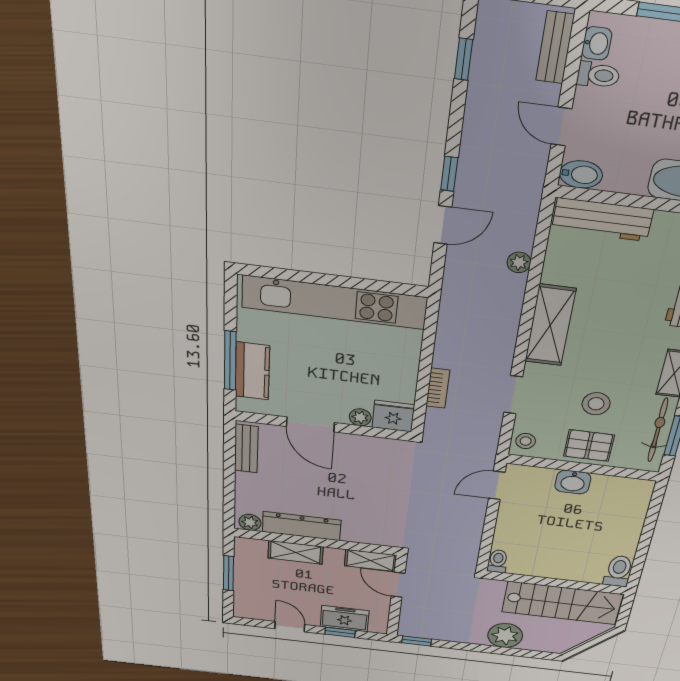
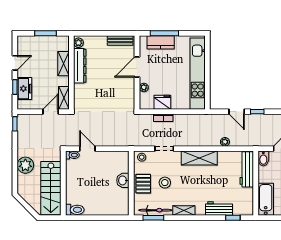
fridge: (393, 416) -> (162, 102), moved, turned -90
door: (497, 485) -> (87, 149), moved

